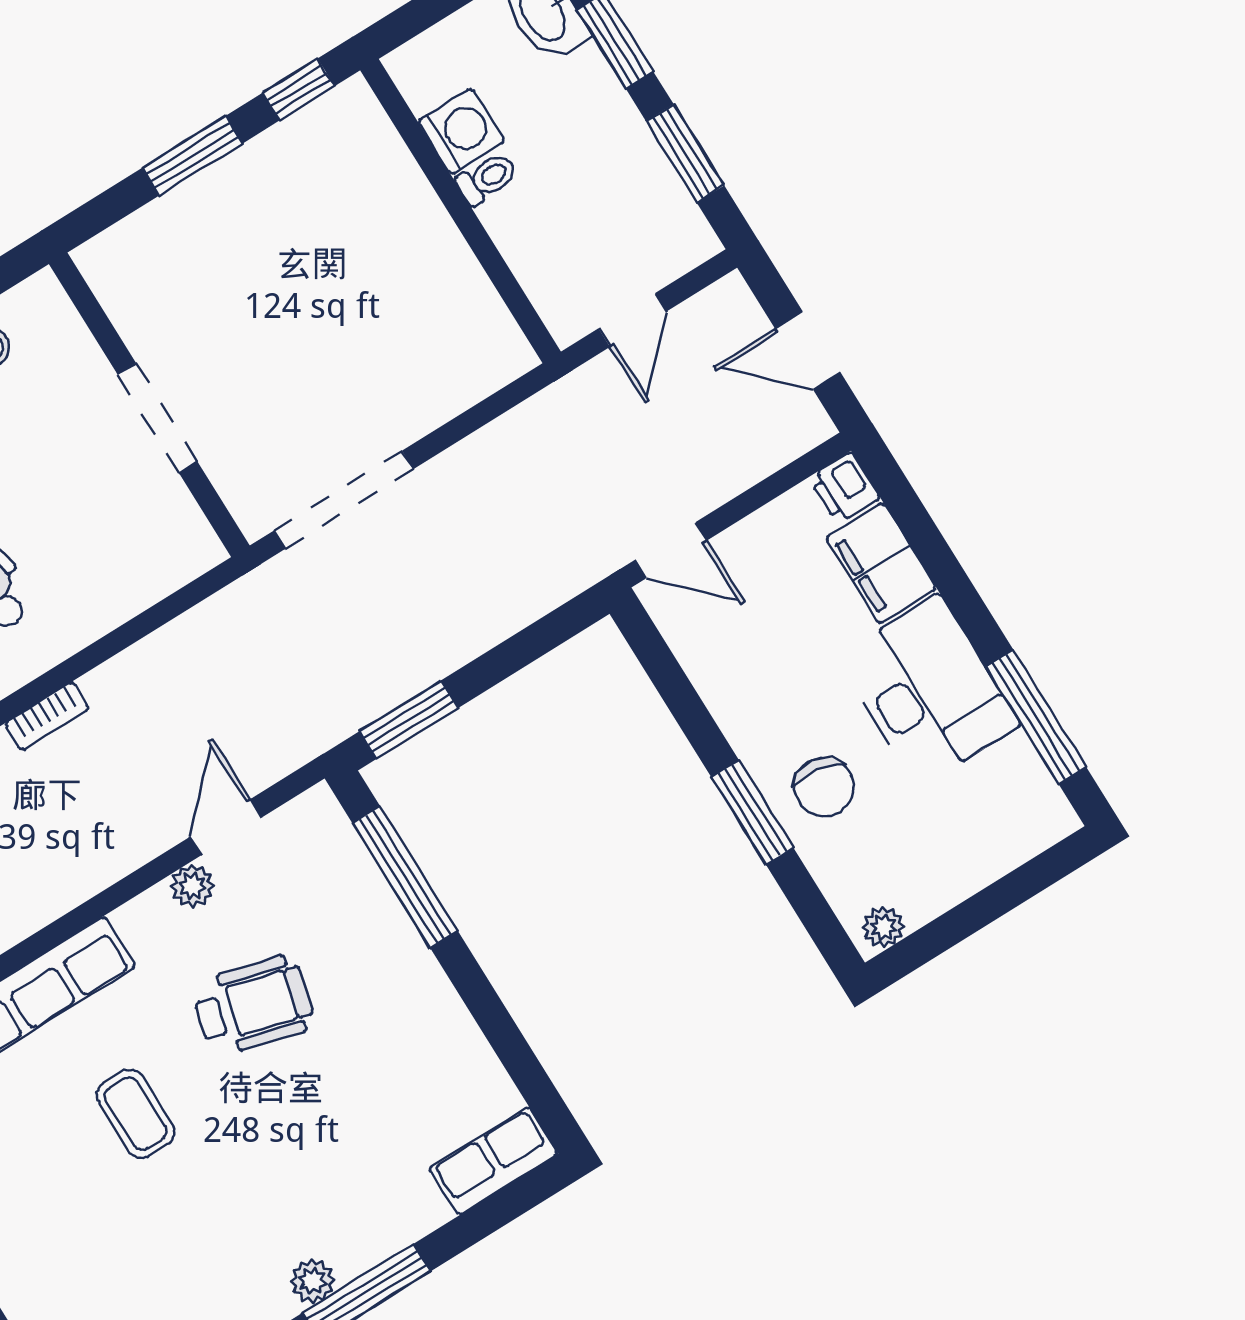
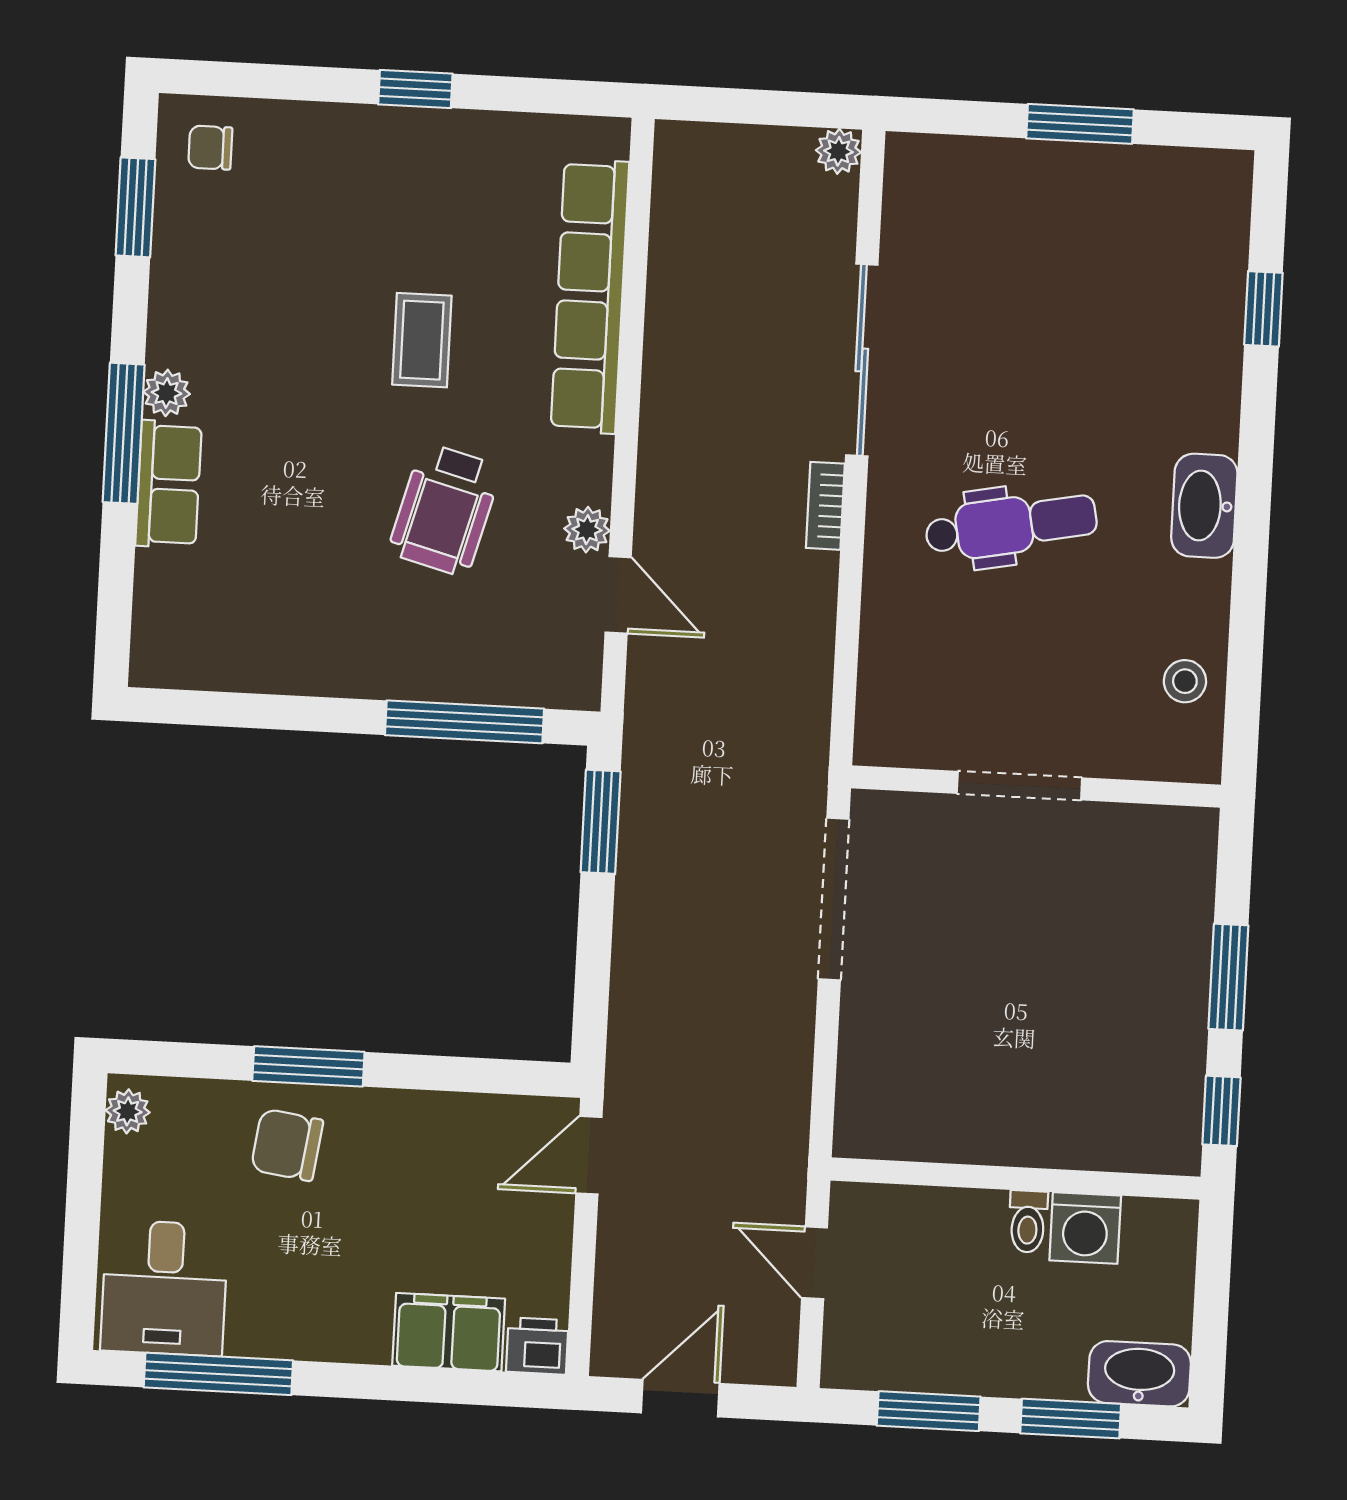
desk: (928, 691) -> (164, 1288), moved, width x0.73
coffee table: (136, 1114) -> (422, 340), turned 90
row of seats: (493, 1161) -> (169, 484), moved

